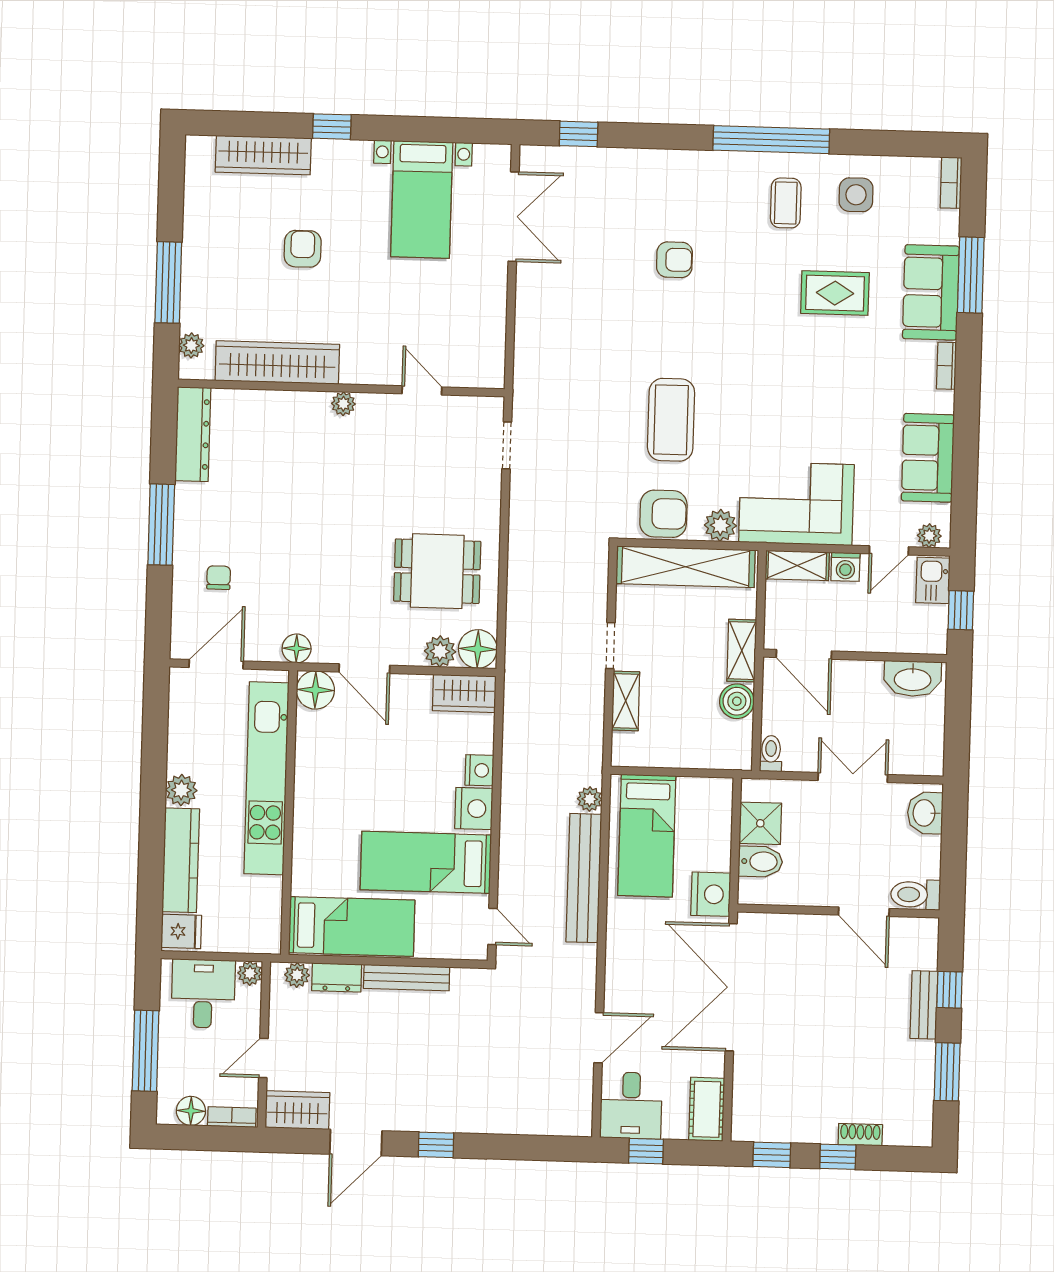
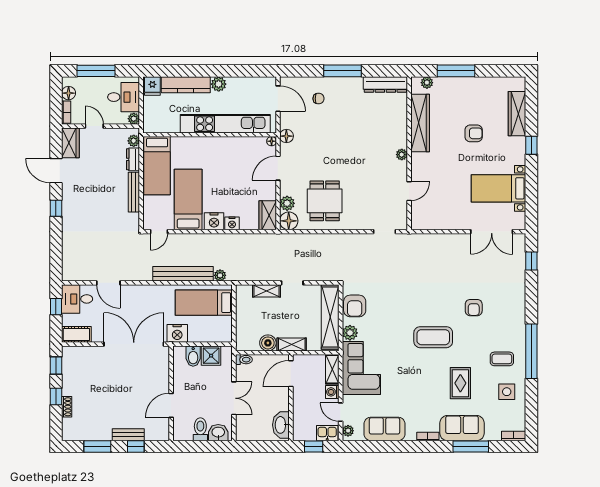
coffee table: (671, 420) -> (433, 337), moved
floor lamp: (315, 690) -> (272, 141), width x0.53, depth x0.53
toilet: (916, 895) -> (200, 429), moved

